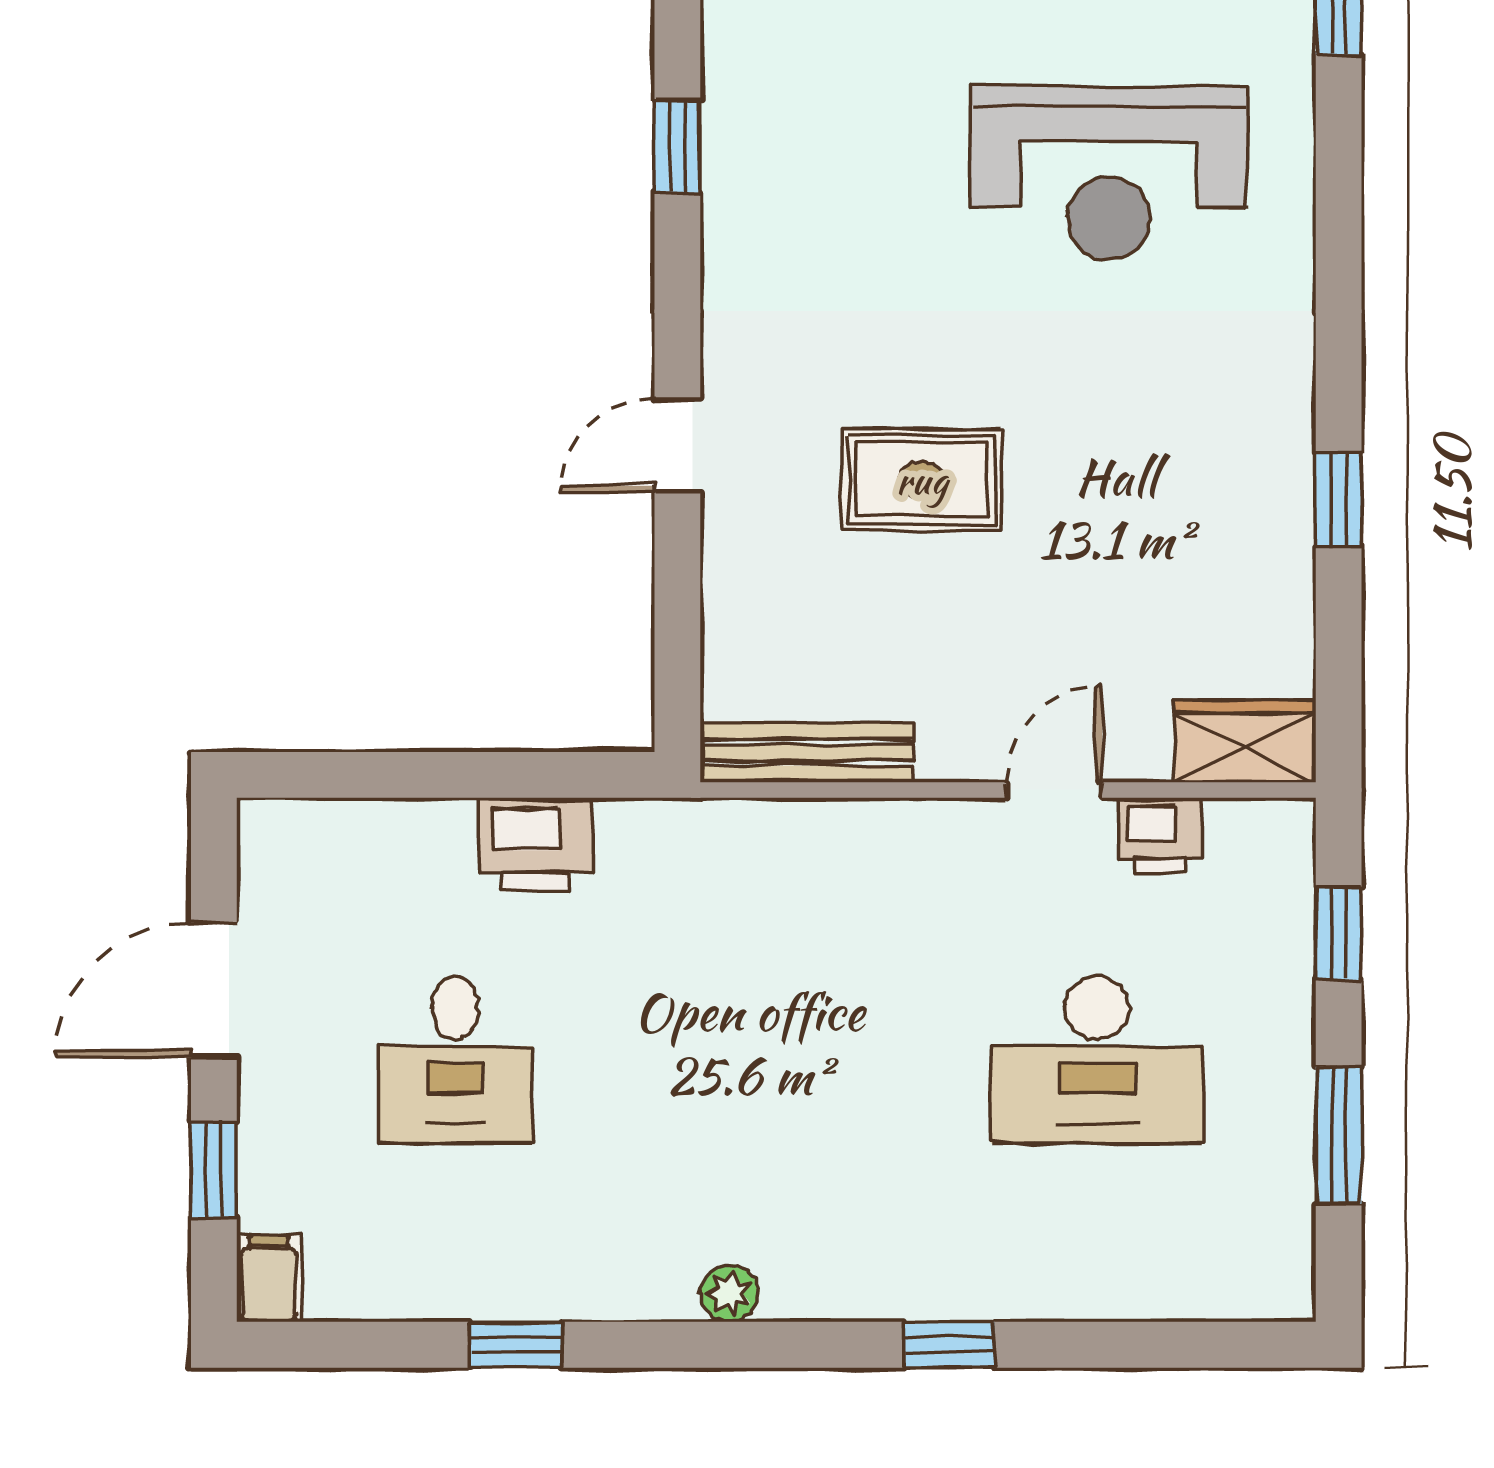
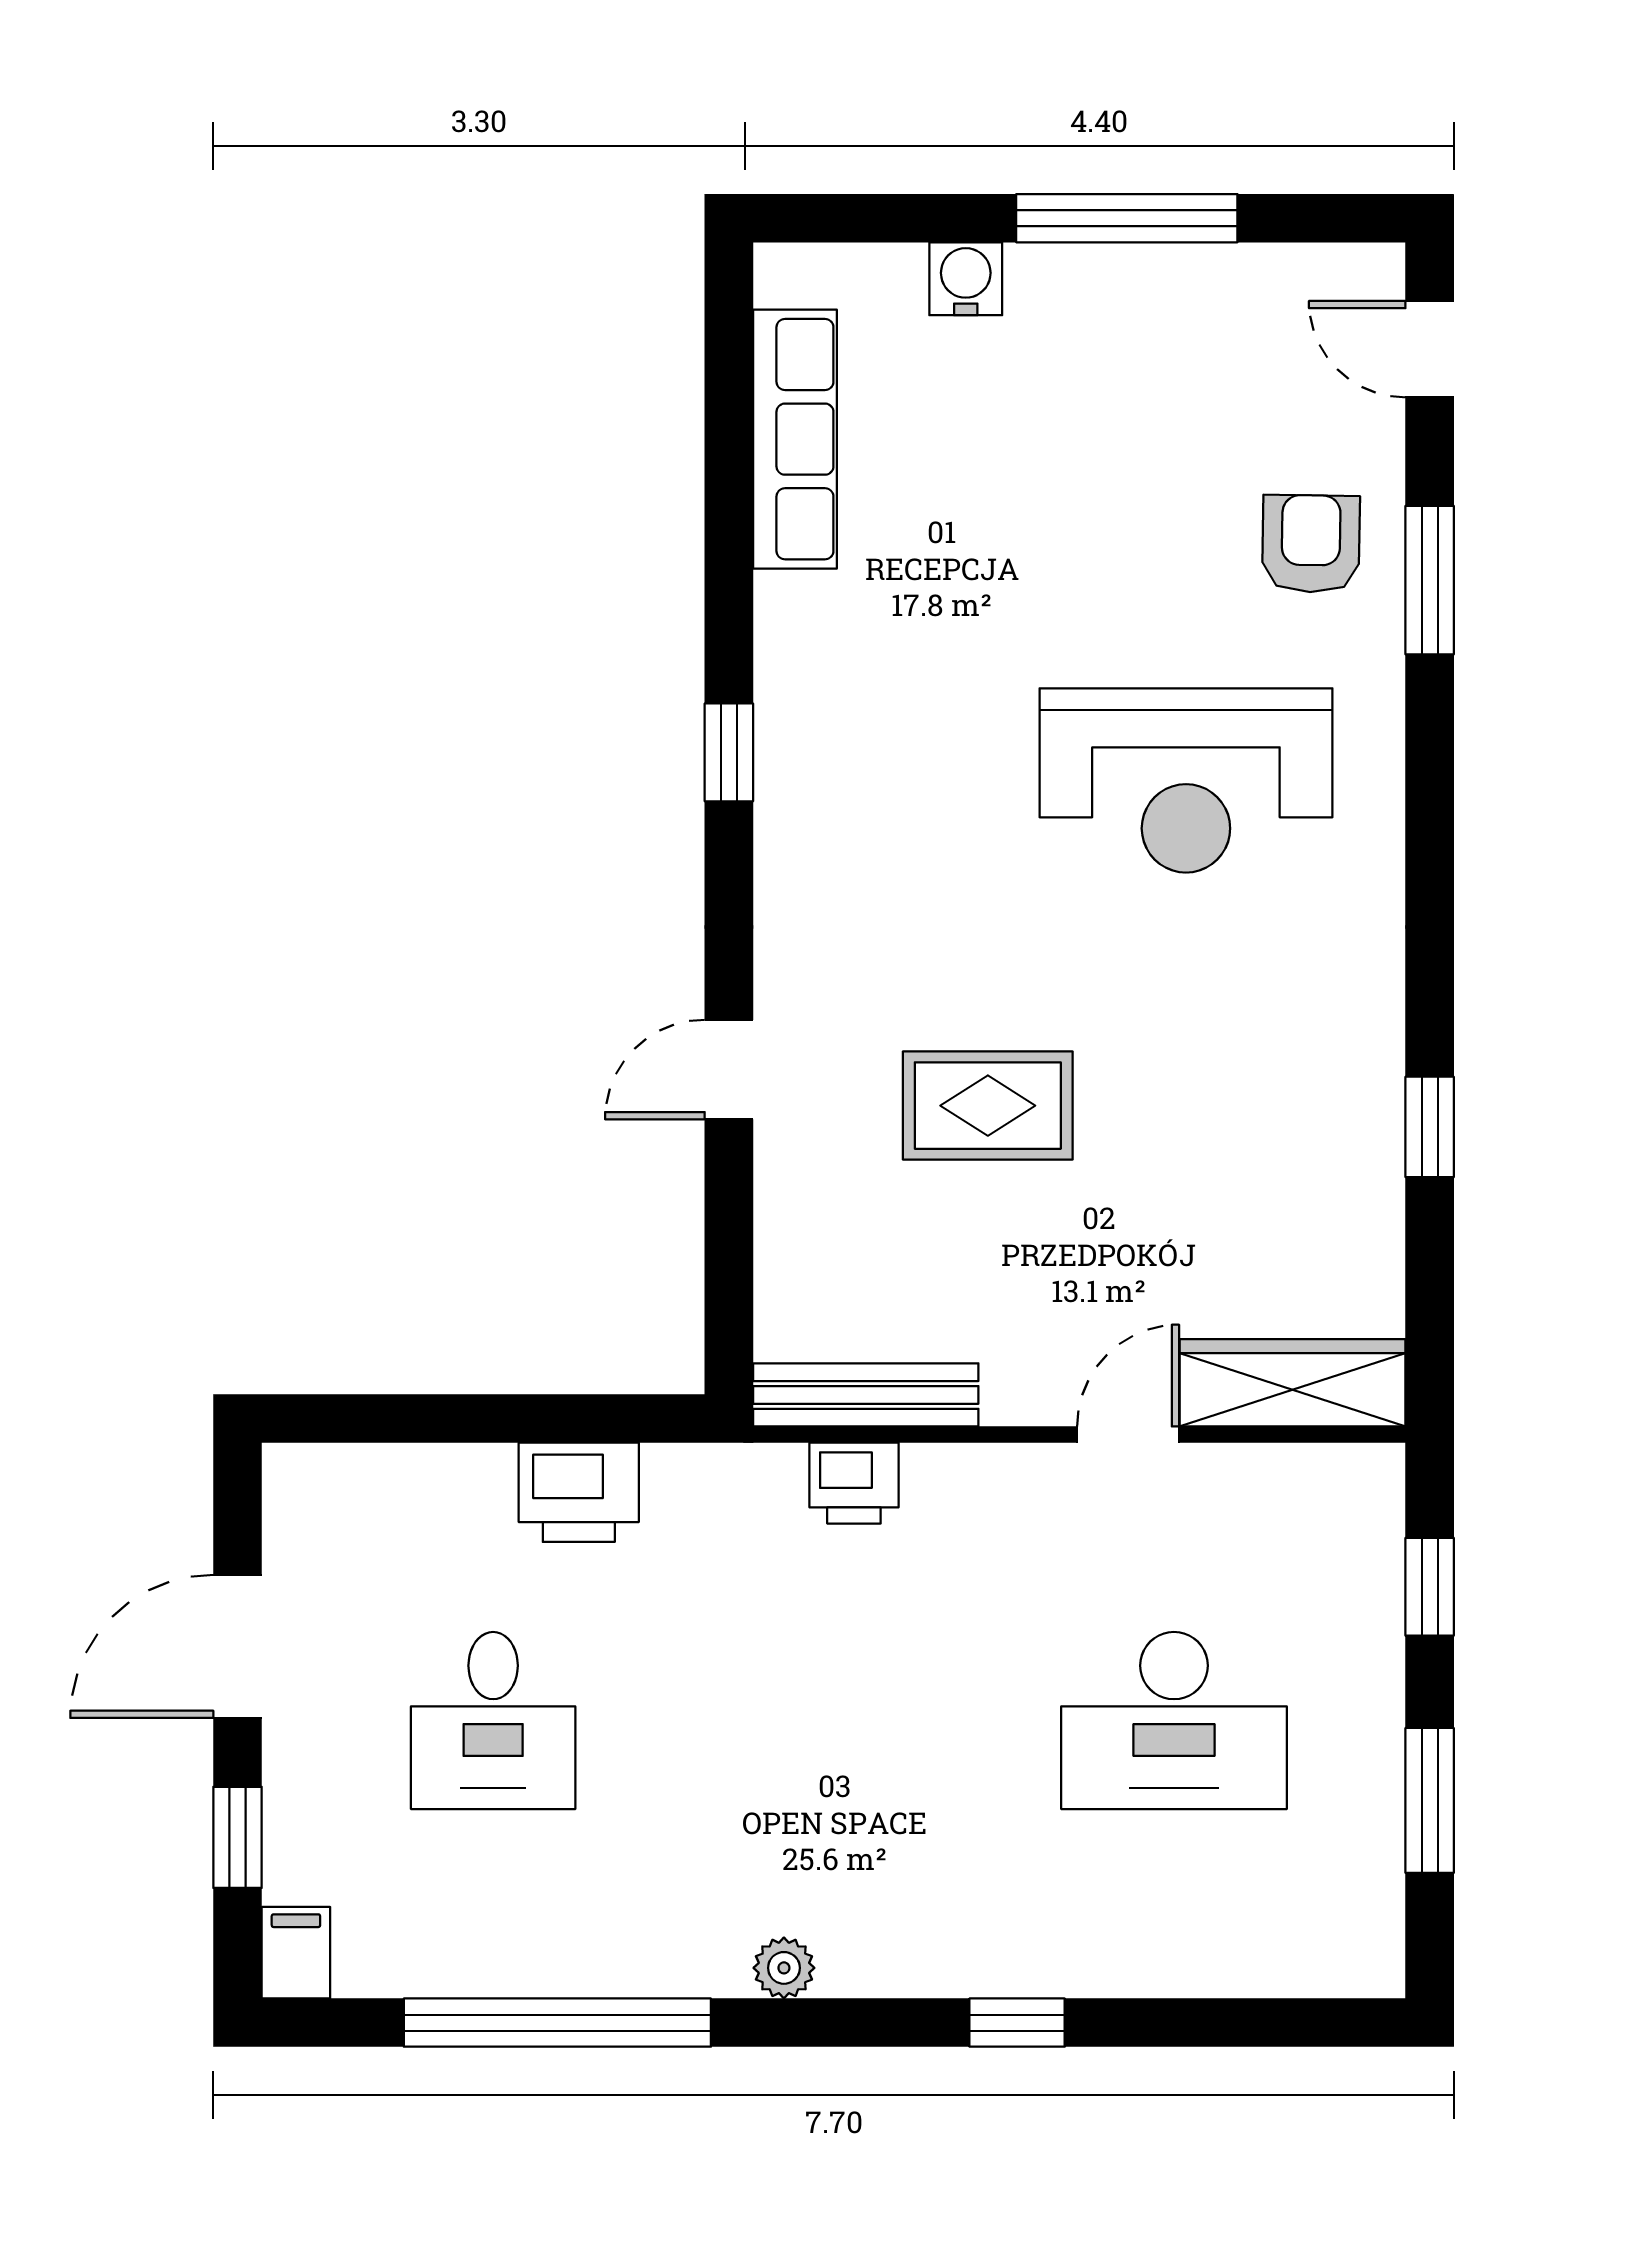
wardrobe: (1245, 741) -> (1293, 1383), width x1.50
printer: (1160, 836) -> (854, 1483), moved
window: (516, 1345) -> (557, 2023), width x3.17

